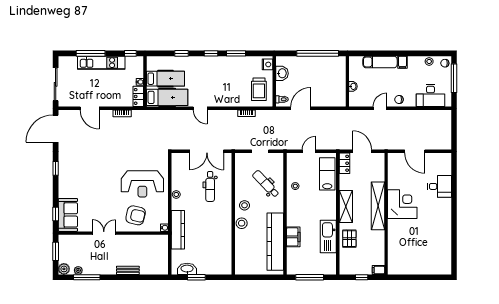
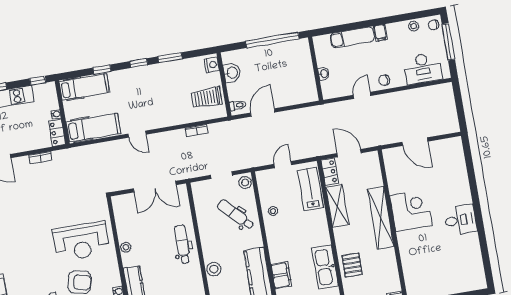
hospital bed: (166, 79) -> (84, 87), moved
trolley: (259, 89) -> (207, 98), turned 90
dental chair: (210, 186) -> (183, 244), moved, turned 180
desk: (439, 186) -> (460, 220), moved
stool: (244, 205) -> (245, 182), moved
shelving: (346, 206) -> (337, 206), moved

